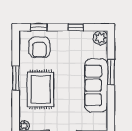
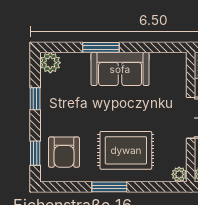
armchair: (39, 47) -> (64, 152), turned 90
sofa: (96, 85) -> (120, 69), width x0.73

